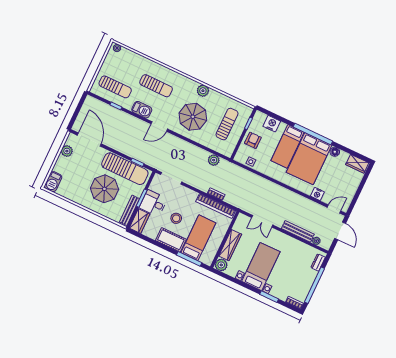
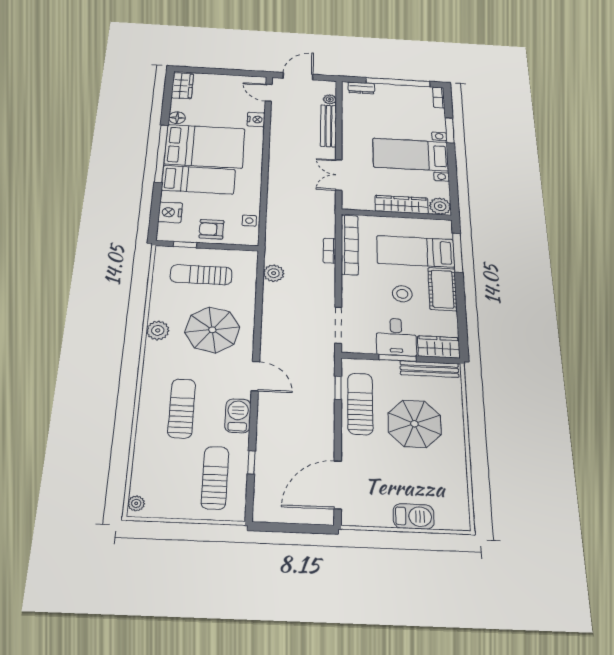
plant: (67, 151) -> (380, 516), removed
sun lounger: (125, 169) -> (360, 404), width x0.73, depth x0.75
barbecue: (53, 182) -> (414, 516), moved
double door: (262, 221) -> (339, 175), swing flipped

